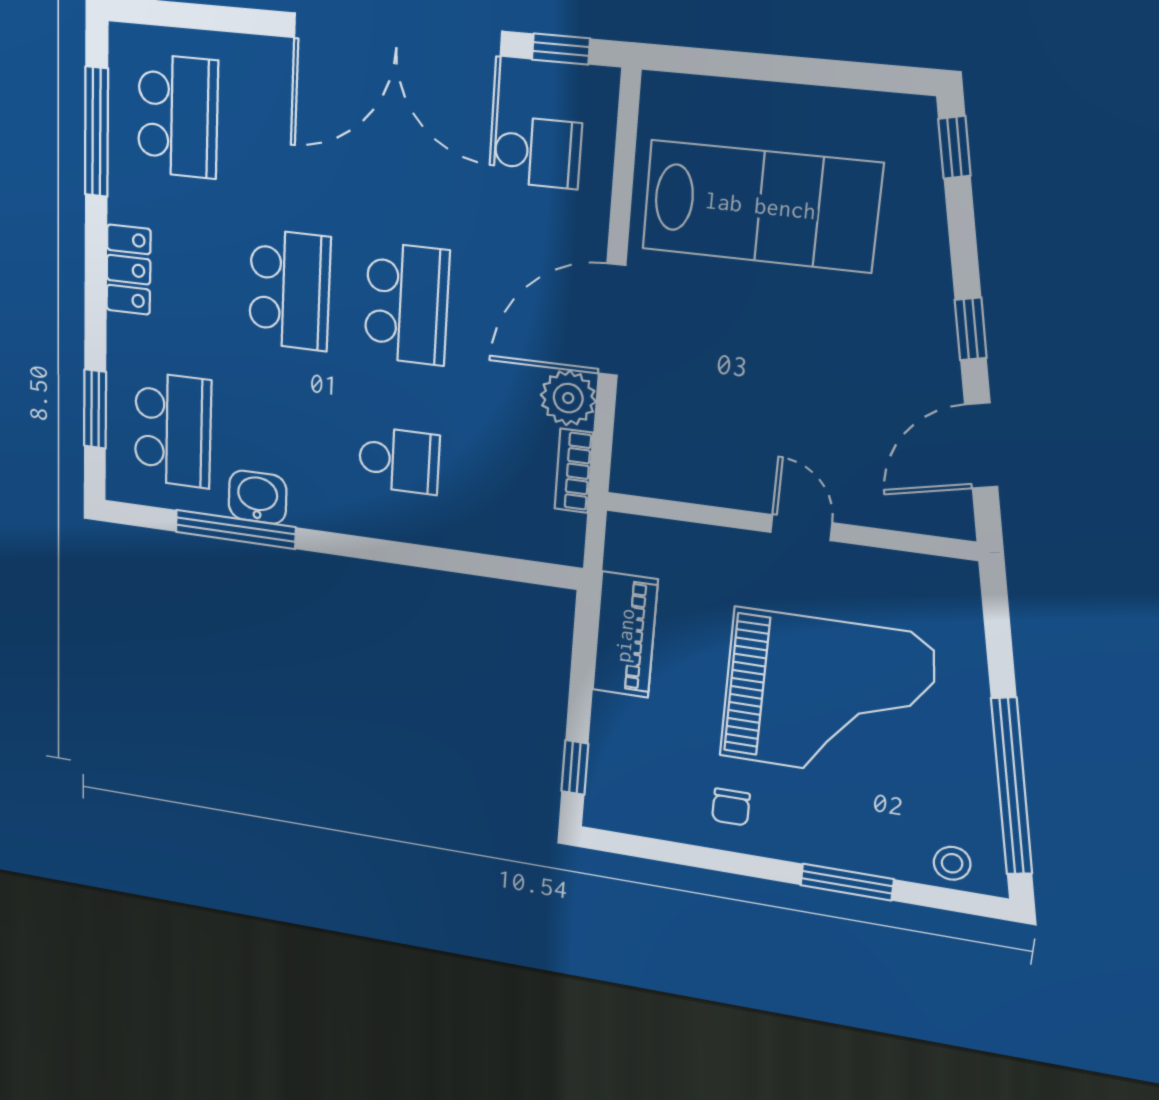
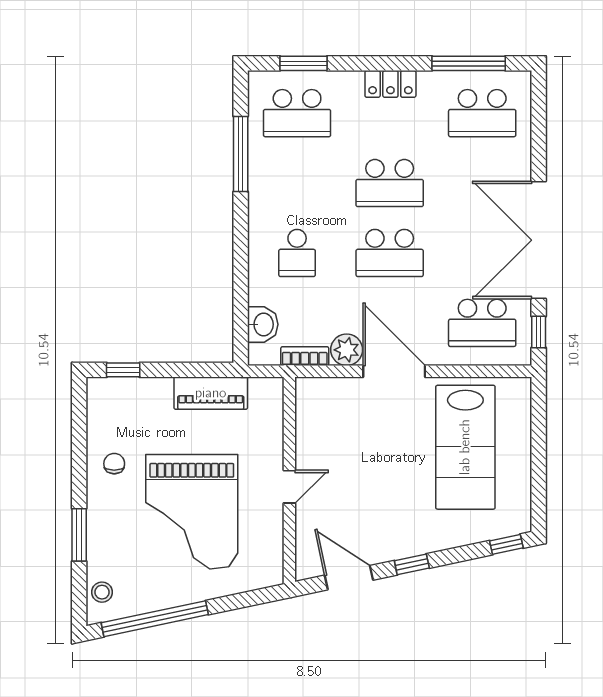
school desk: (538, 152) -> (482, 323), width x1.85
washbasin: (258, 497) -> (263, 324), moved
chair: (731, 807) -> (114, 464), turned 90

